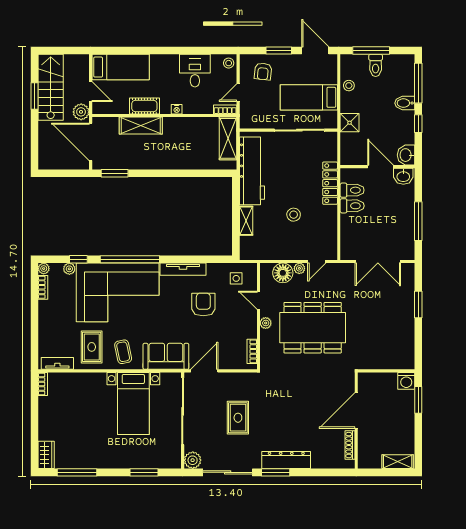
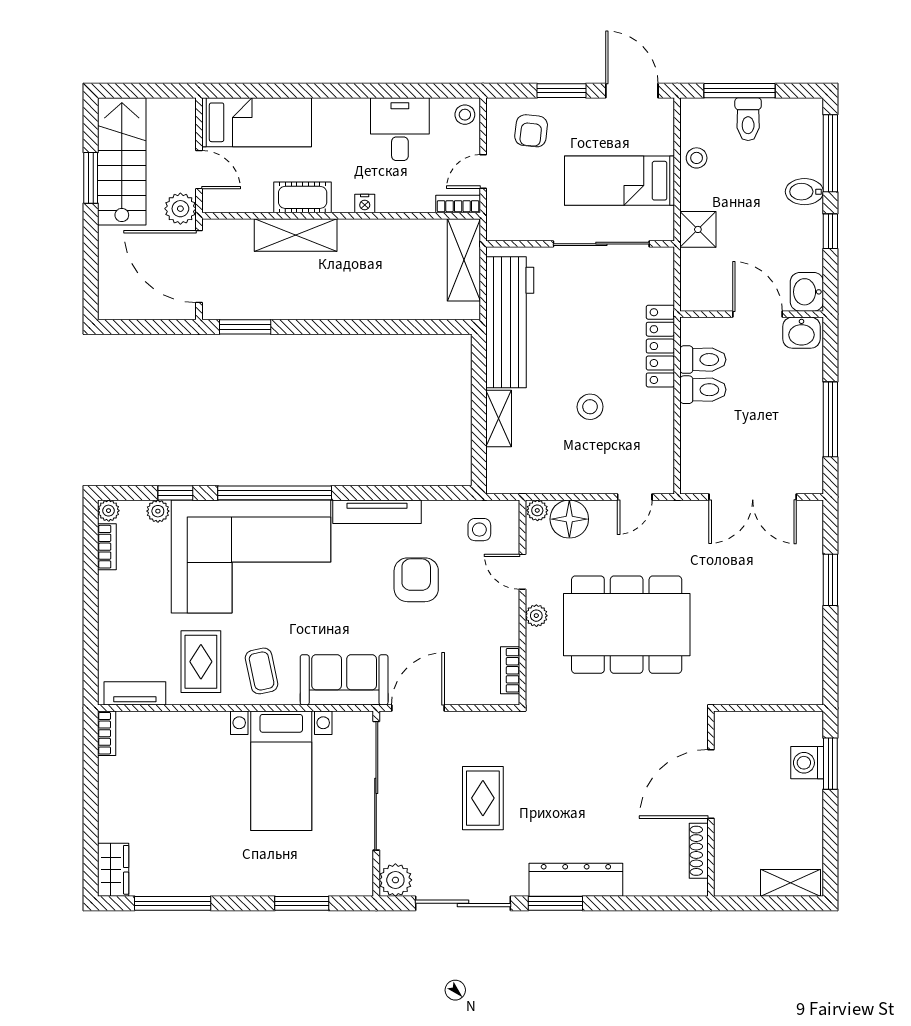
plant: (299, 268) -> (537, 510), moved
washing machine: (406, 381) -> (807, 763), moved, turned 90

